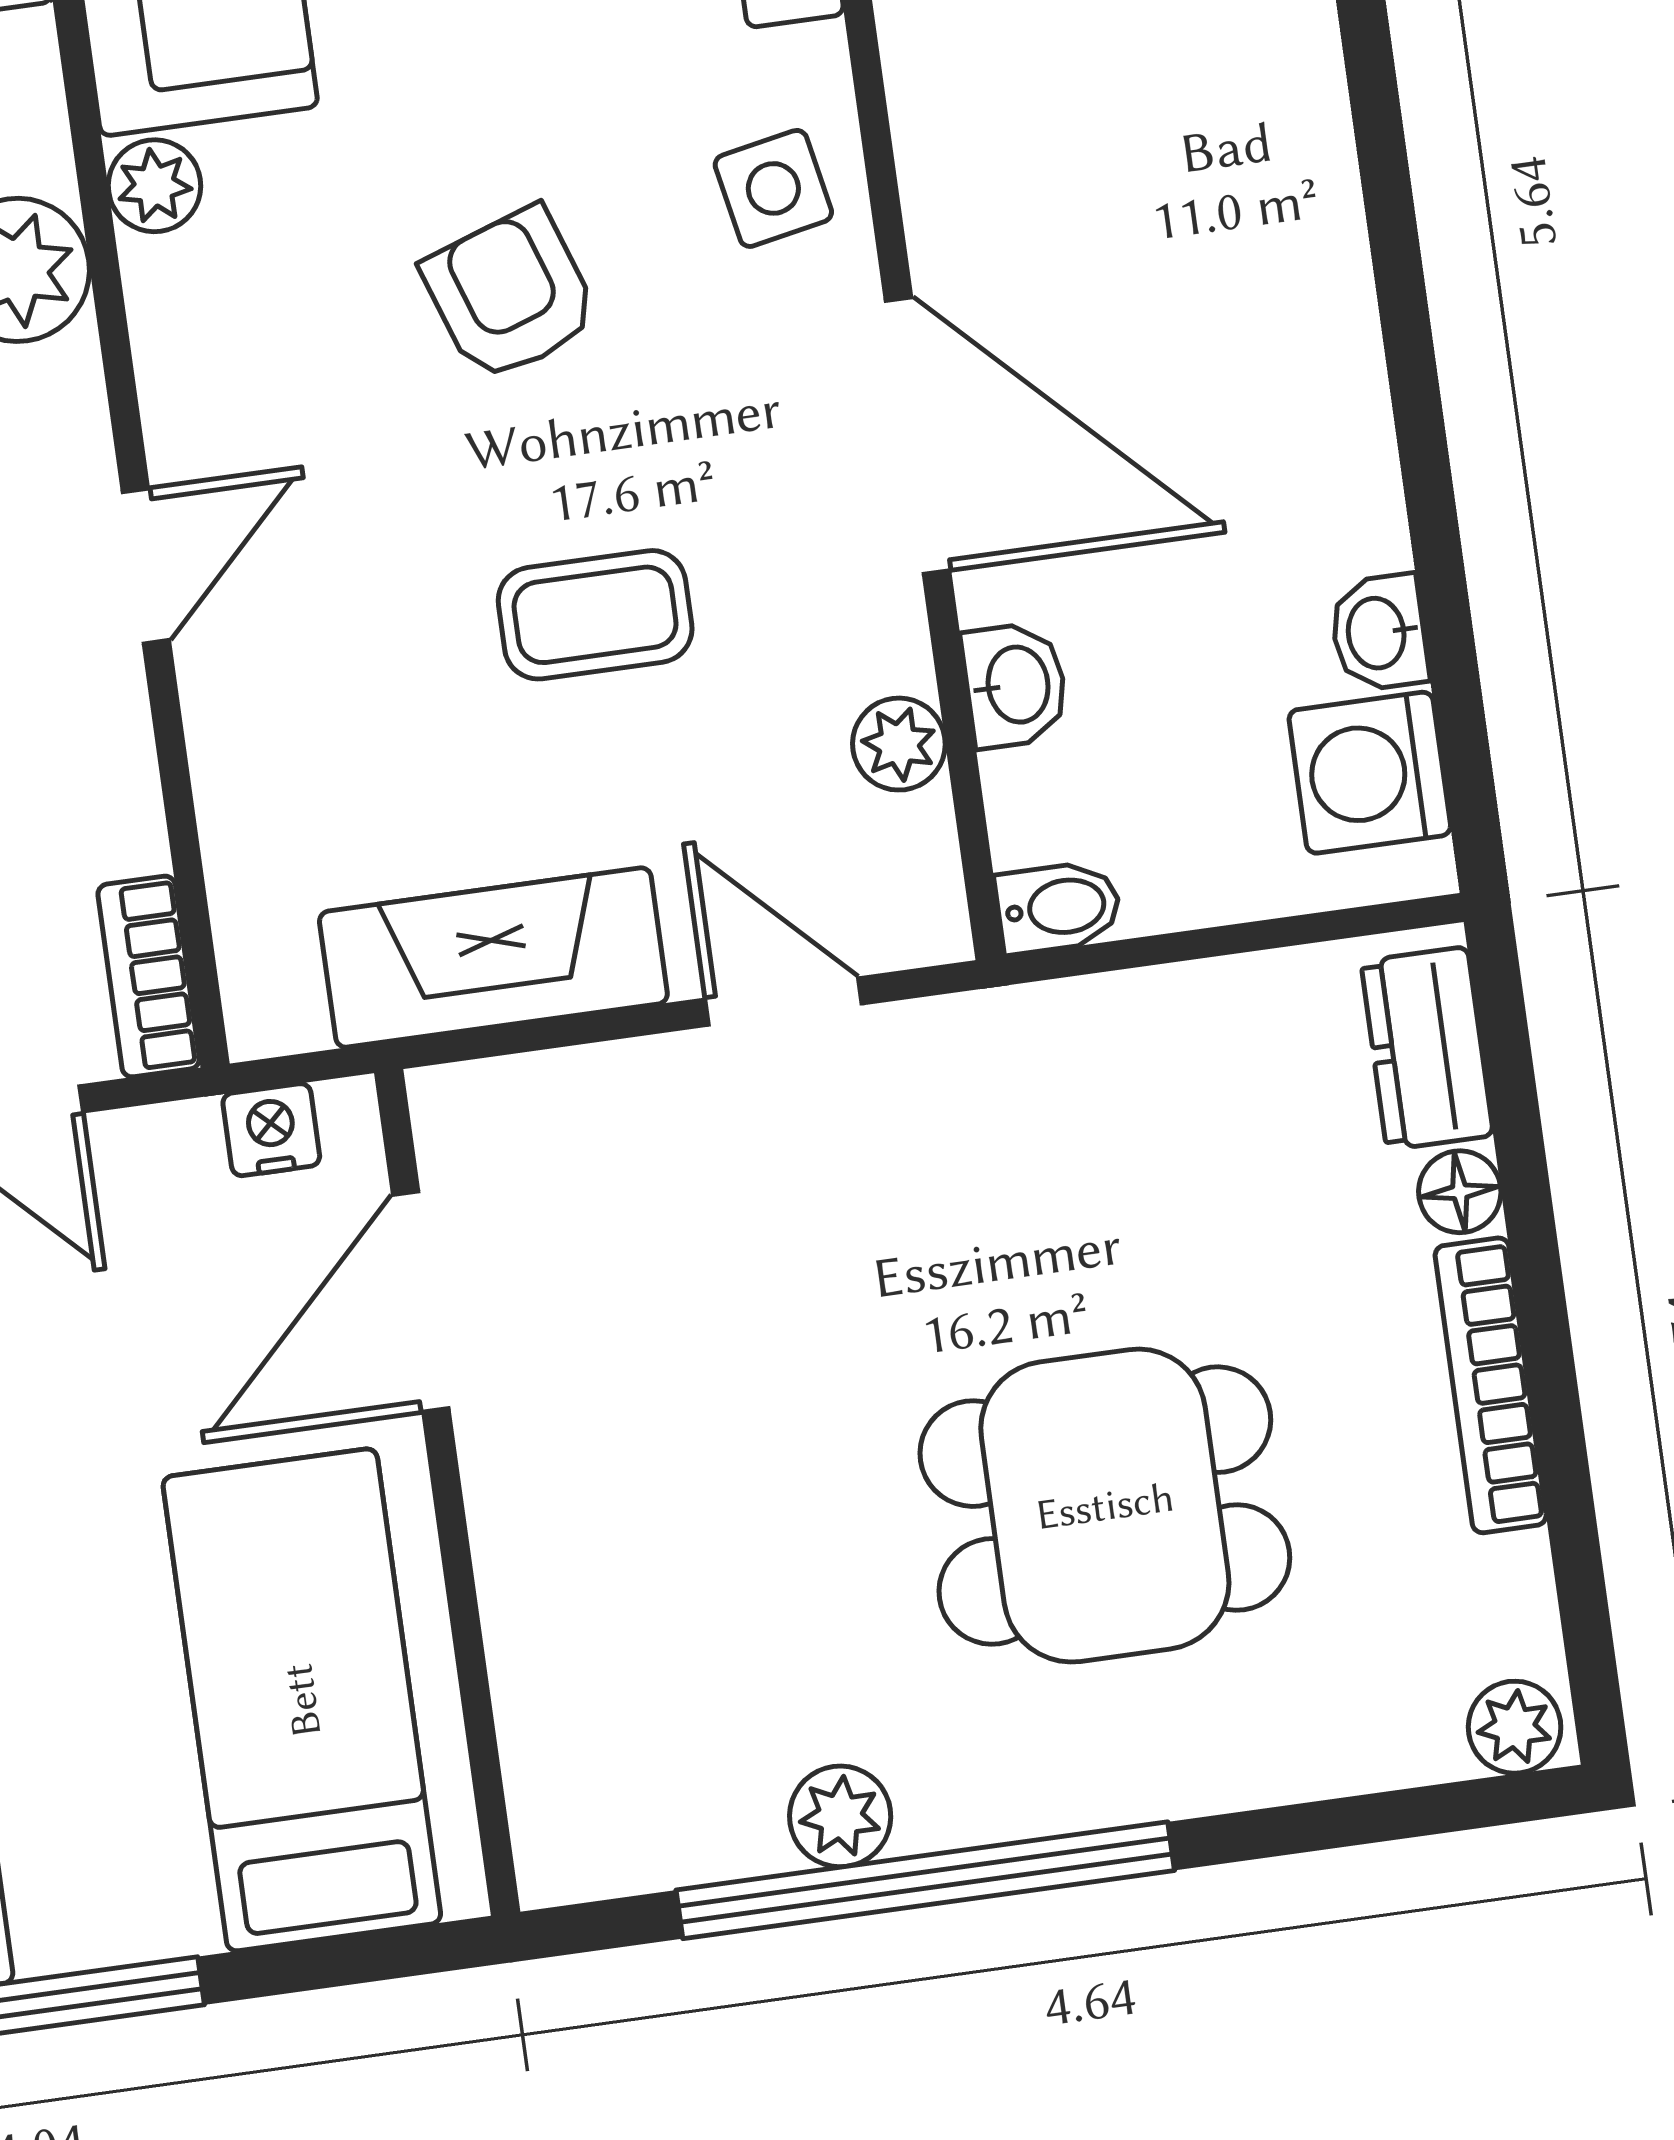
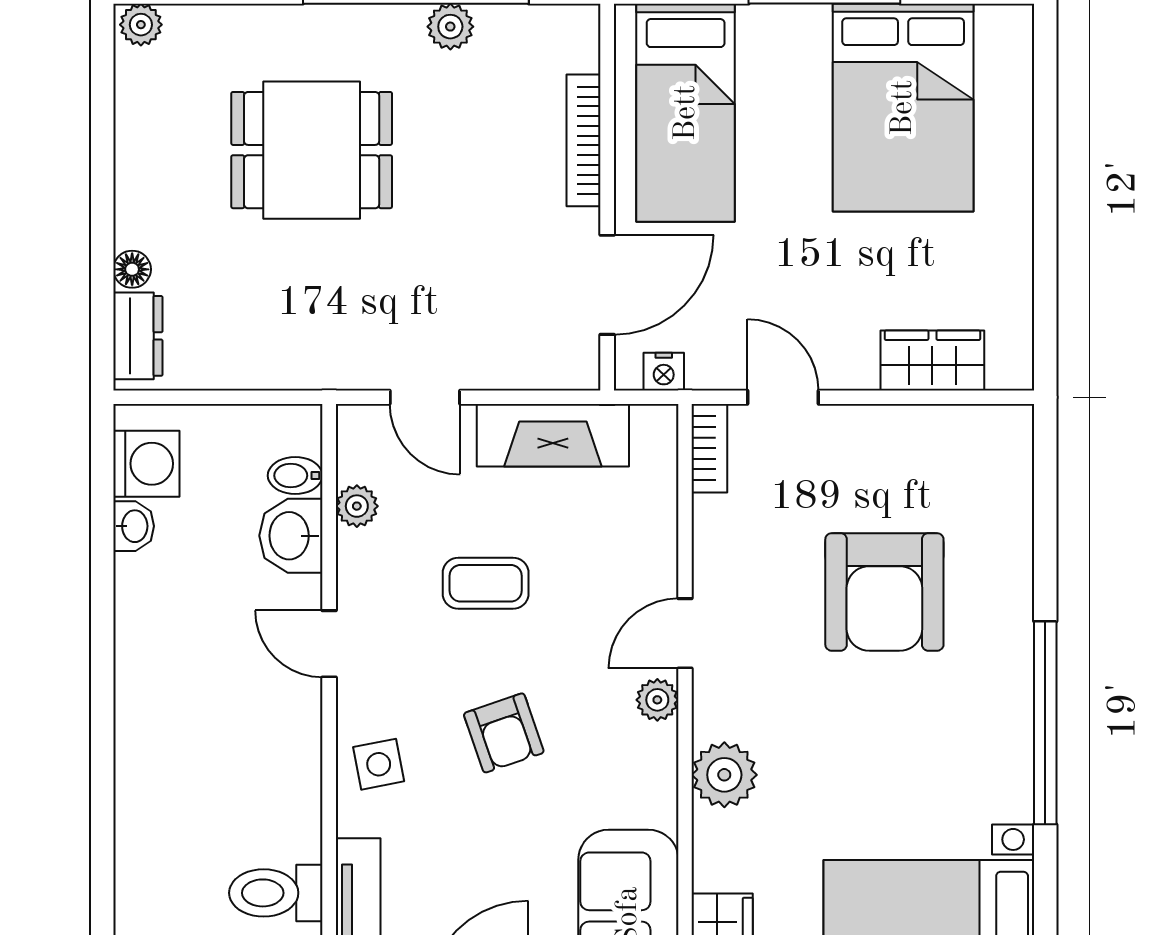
plant: (154, 186) -> (657, 700), moved
door: (918, 436) -> (329, 644), width x0.53
washbasin: (1015, 685) -> (291, 536), width x1.38, depth x1.45
bidet: (1058, 907) -> (295, 476), moved
bookcase: (1491, 1385) -> (584, 140), moved, turned 180

